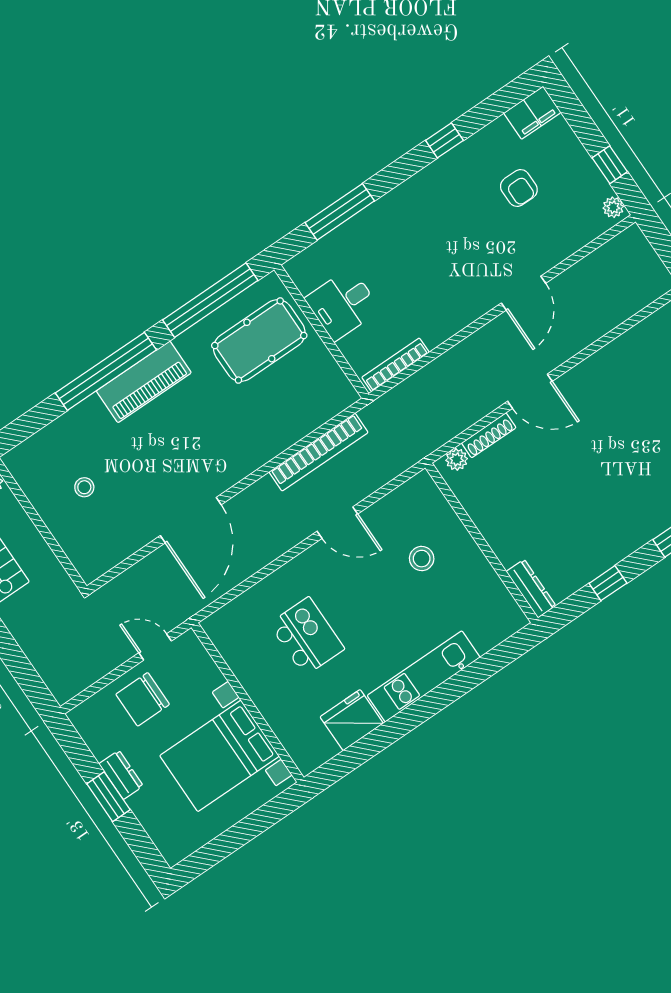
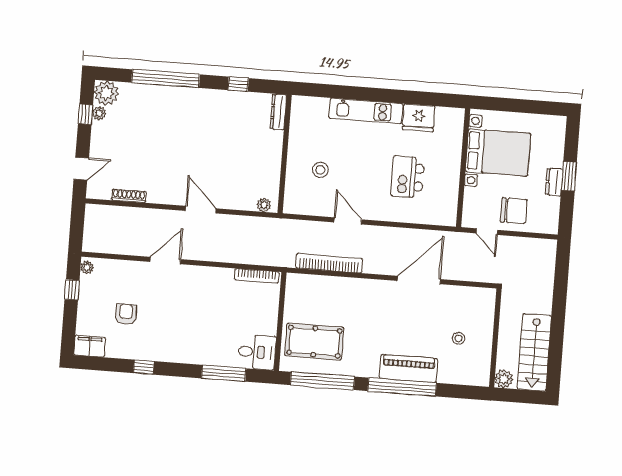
desk: (343, 304) -> (257, 352), moved
piano: (144, 382) -> (409, 369), moved
shoe rack: (489, 435) -> (129, 196), moved

